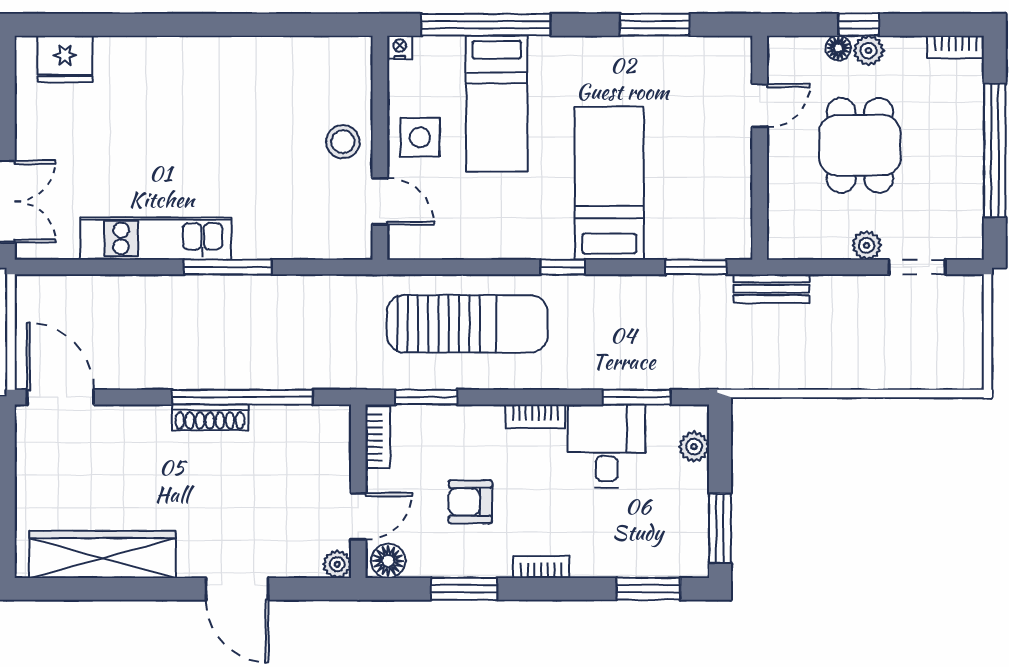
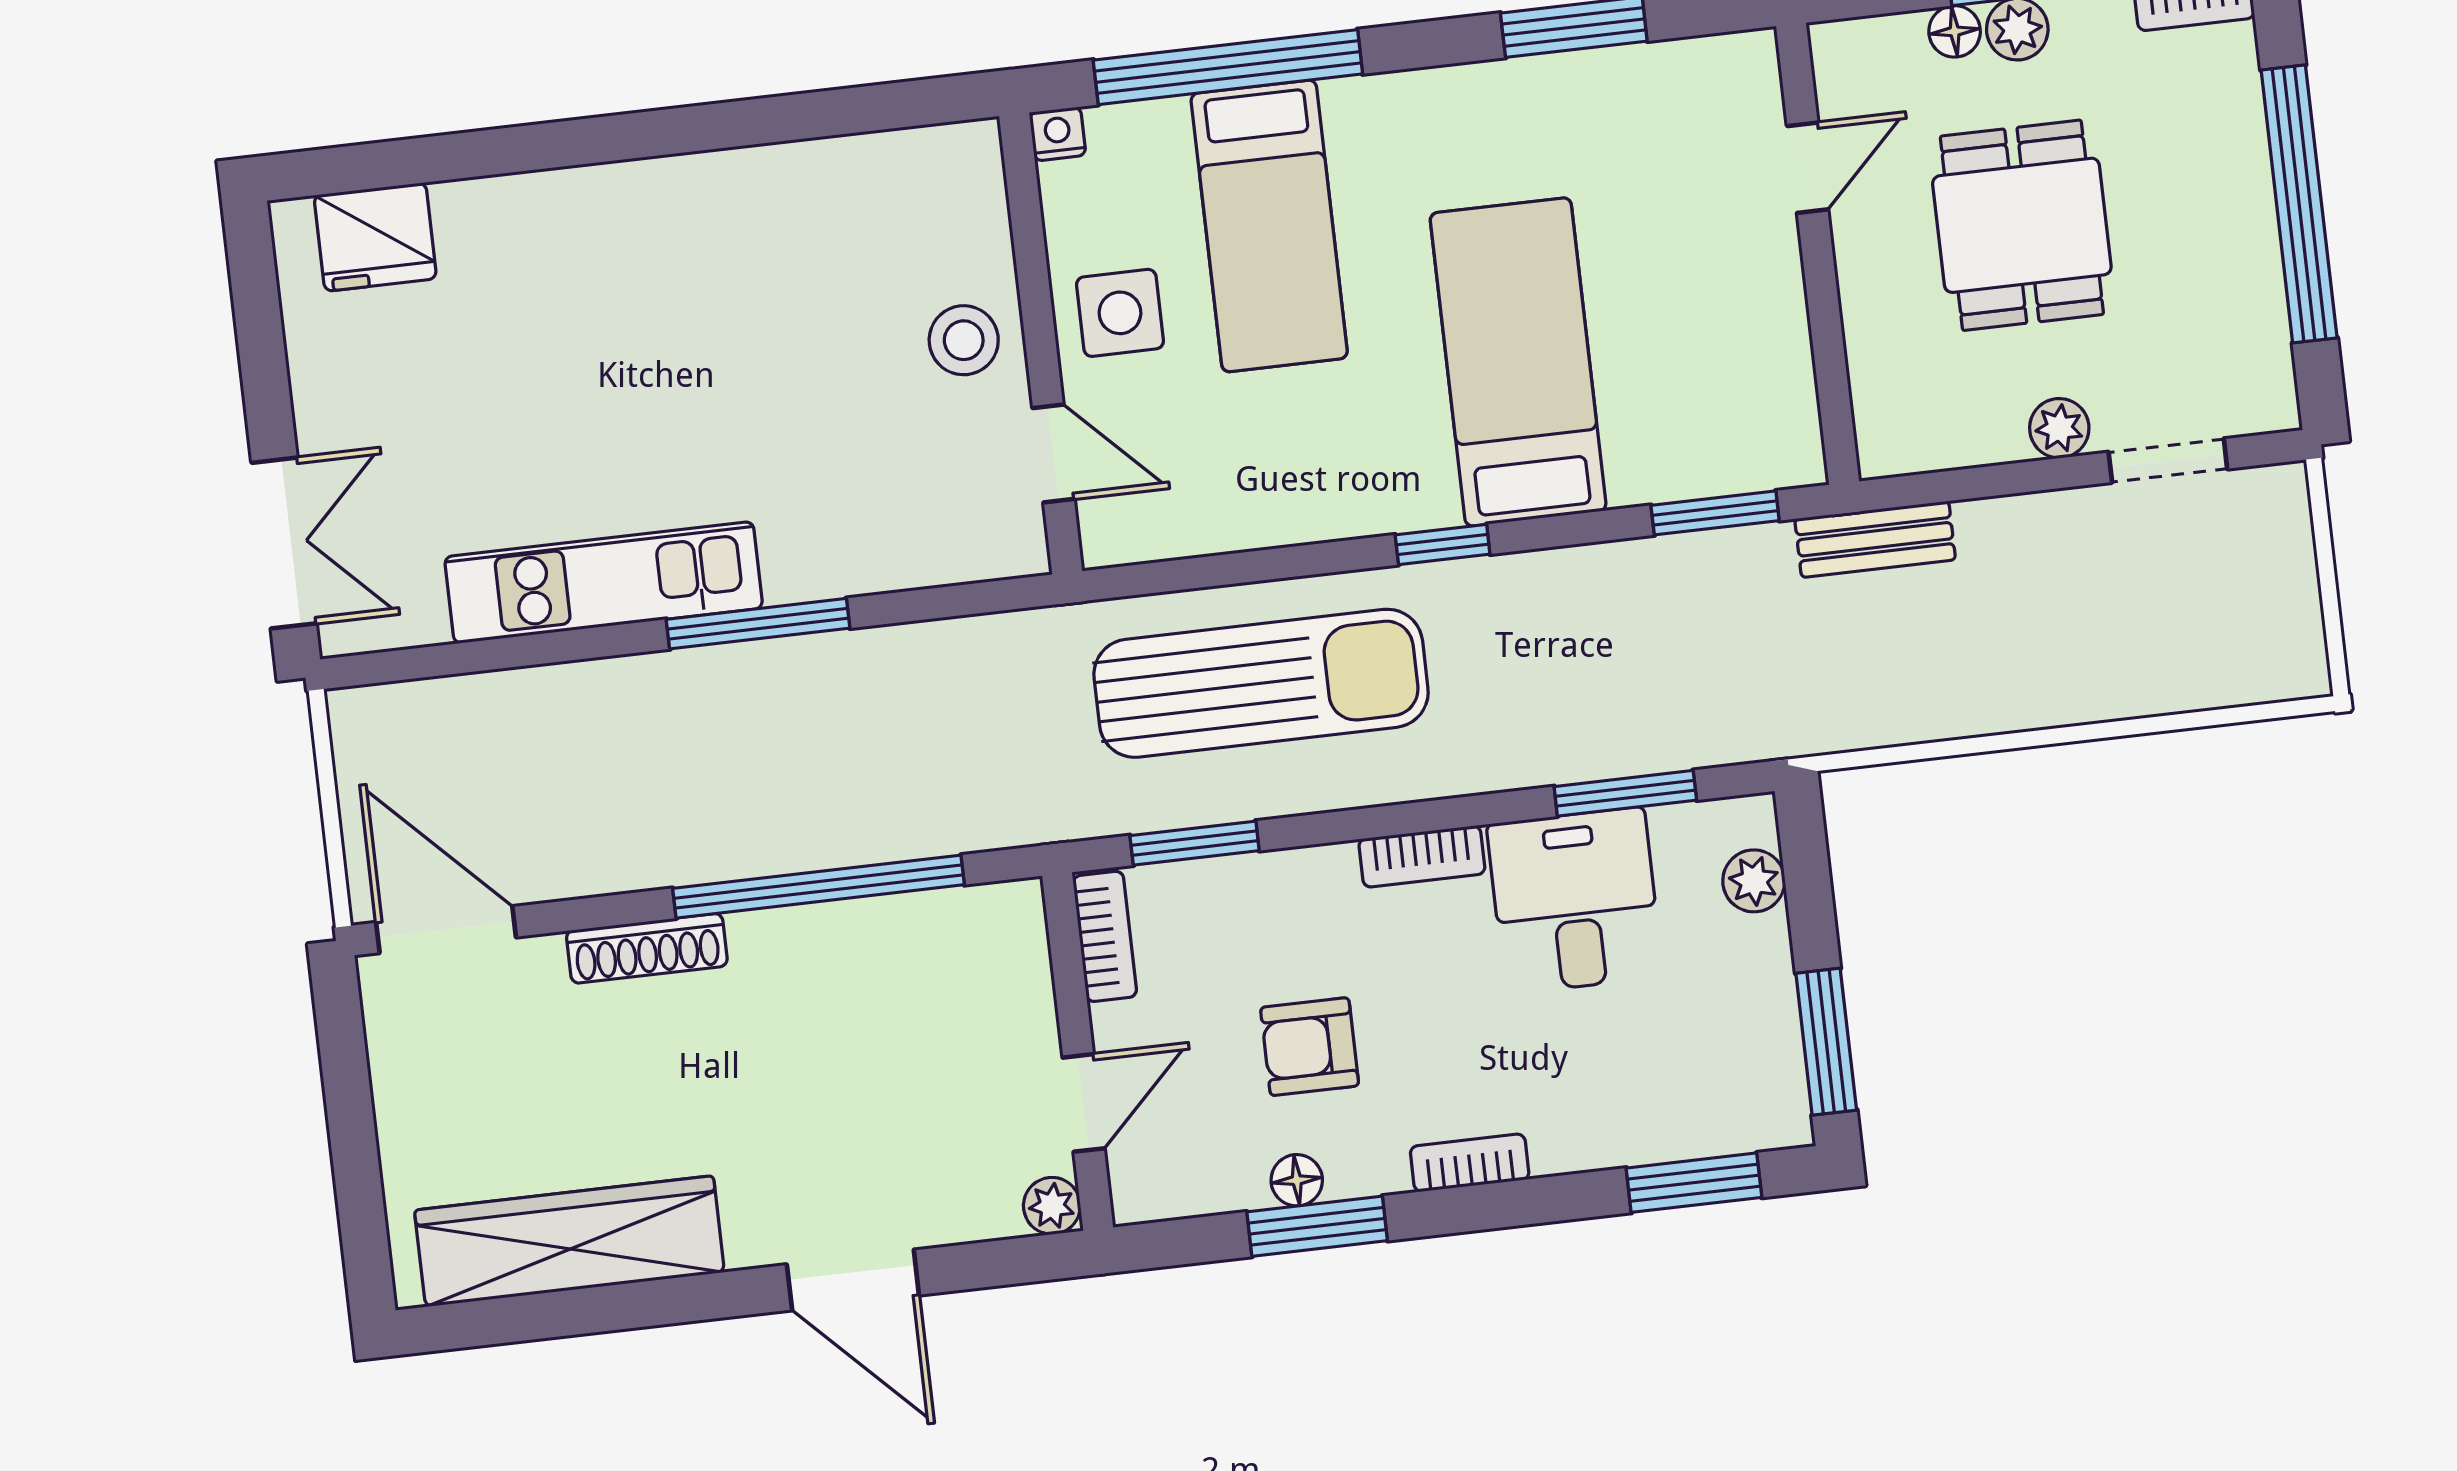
shoe rack: (210, 417) -> (647, 948), moved
floor lamp: (388, 561) -> (1297, 1180), moved, width x0.73, depth x0.73

